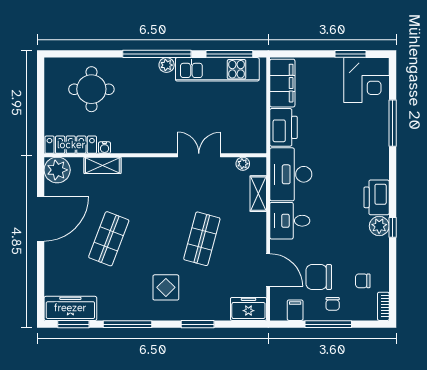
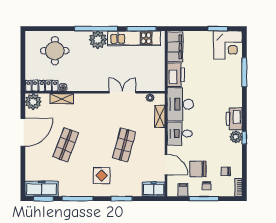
plant: (167, 65) -> (98, 40), width x1.87, depth x1.87

